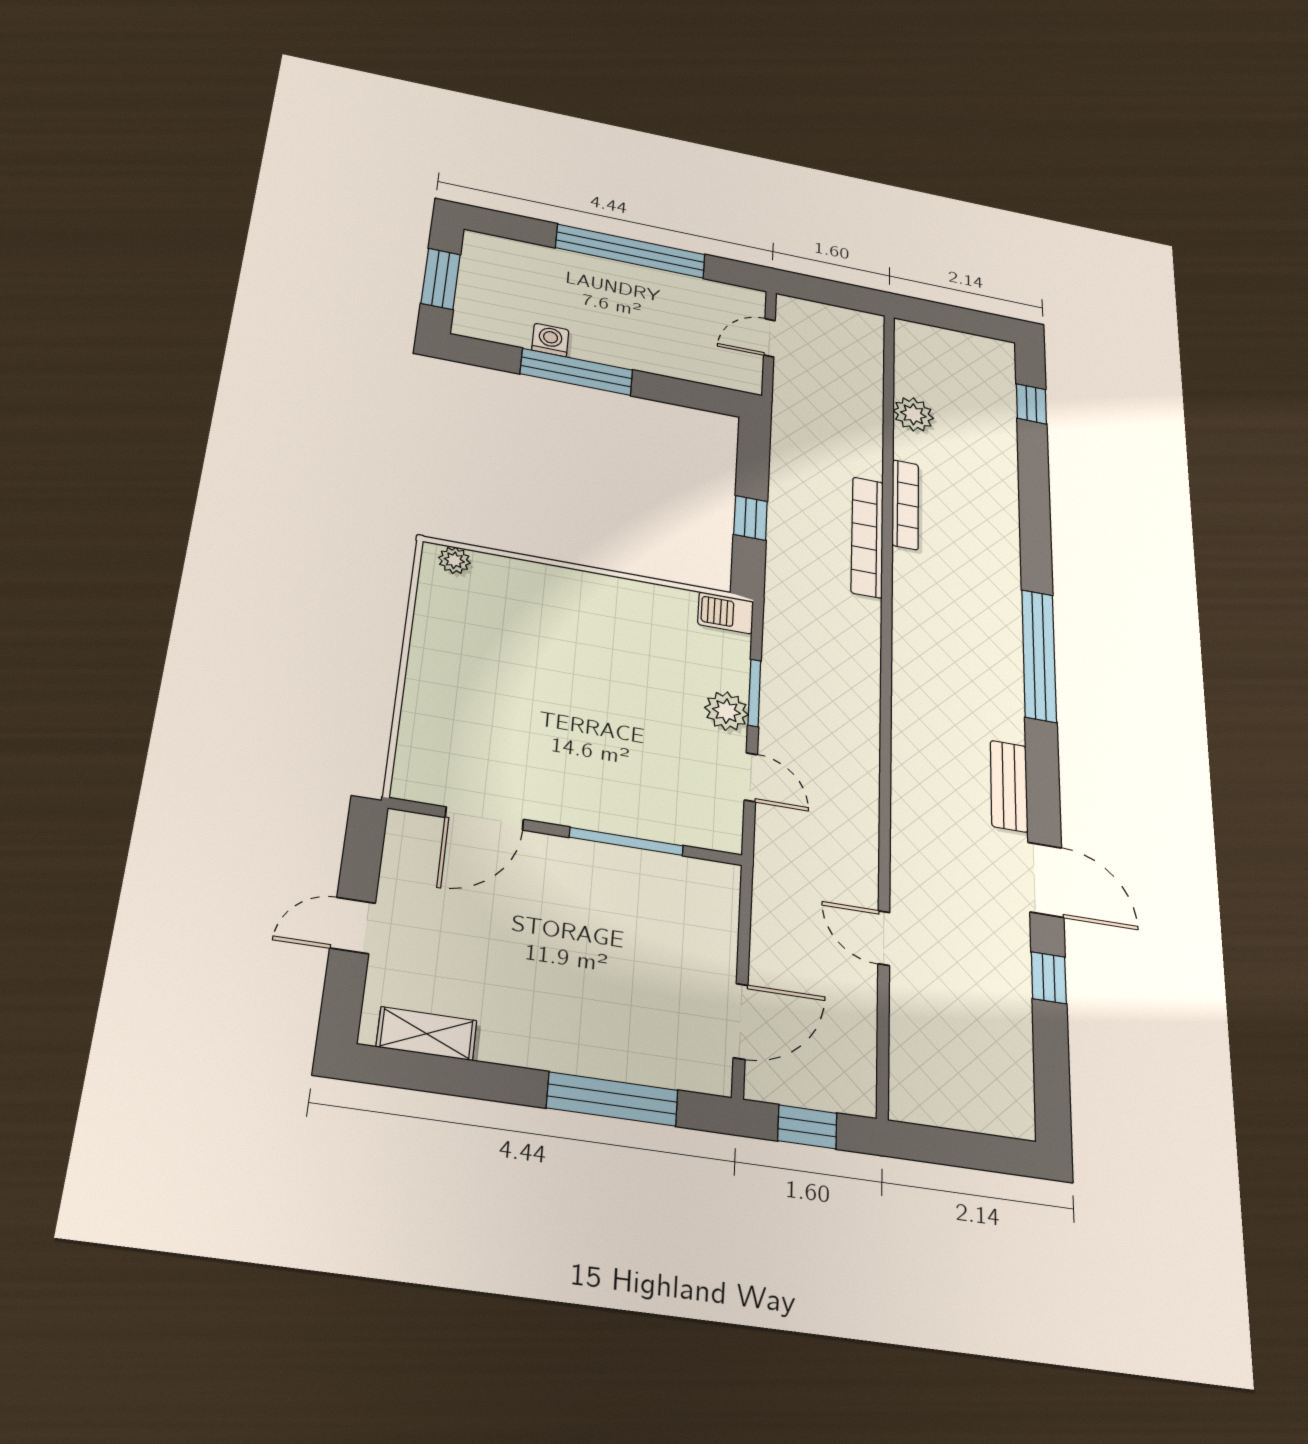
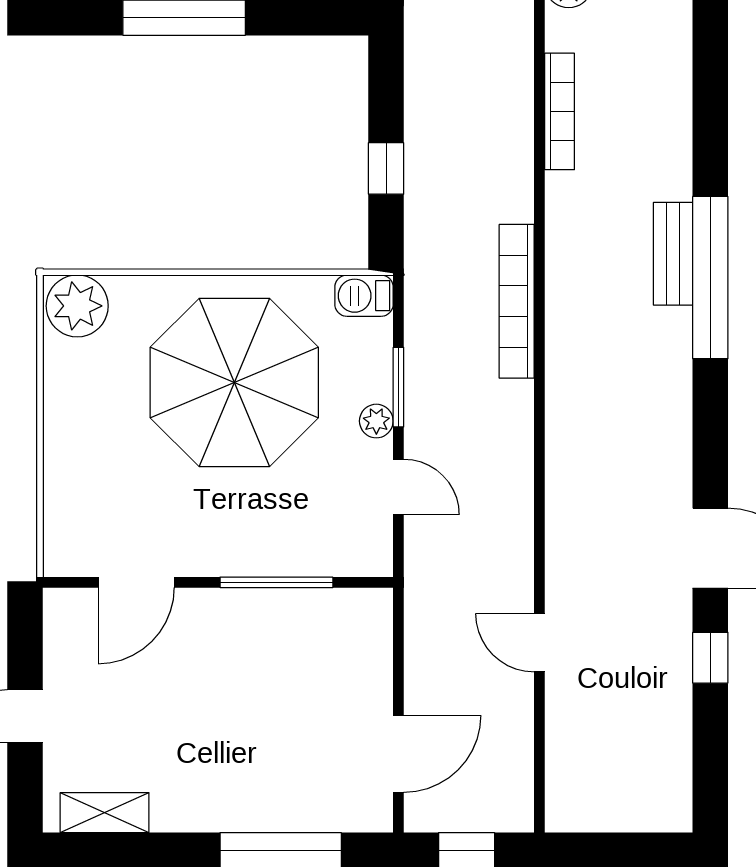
bookcase: (867, 537) -> (517, 301), moved
plant: (454, 560) -> (77, 306), width x1.88, depth x1.88
parasol: (598, 662) -> (234, 382), added
plant: (726, 711) -> (376, 421), width x0.73, depth x0.73
bench: (1009, 786) -> (673, 254), moved

